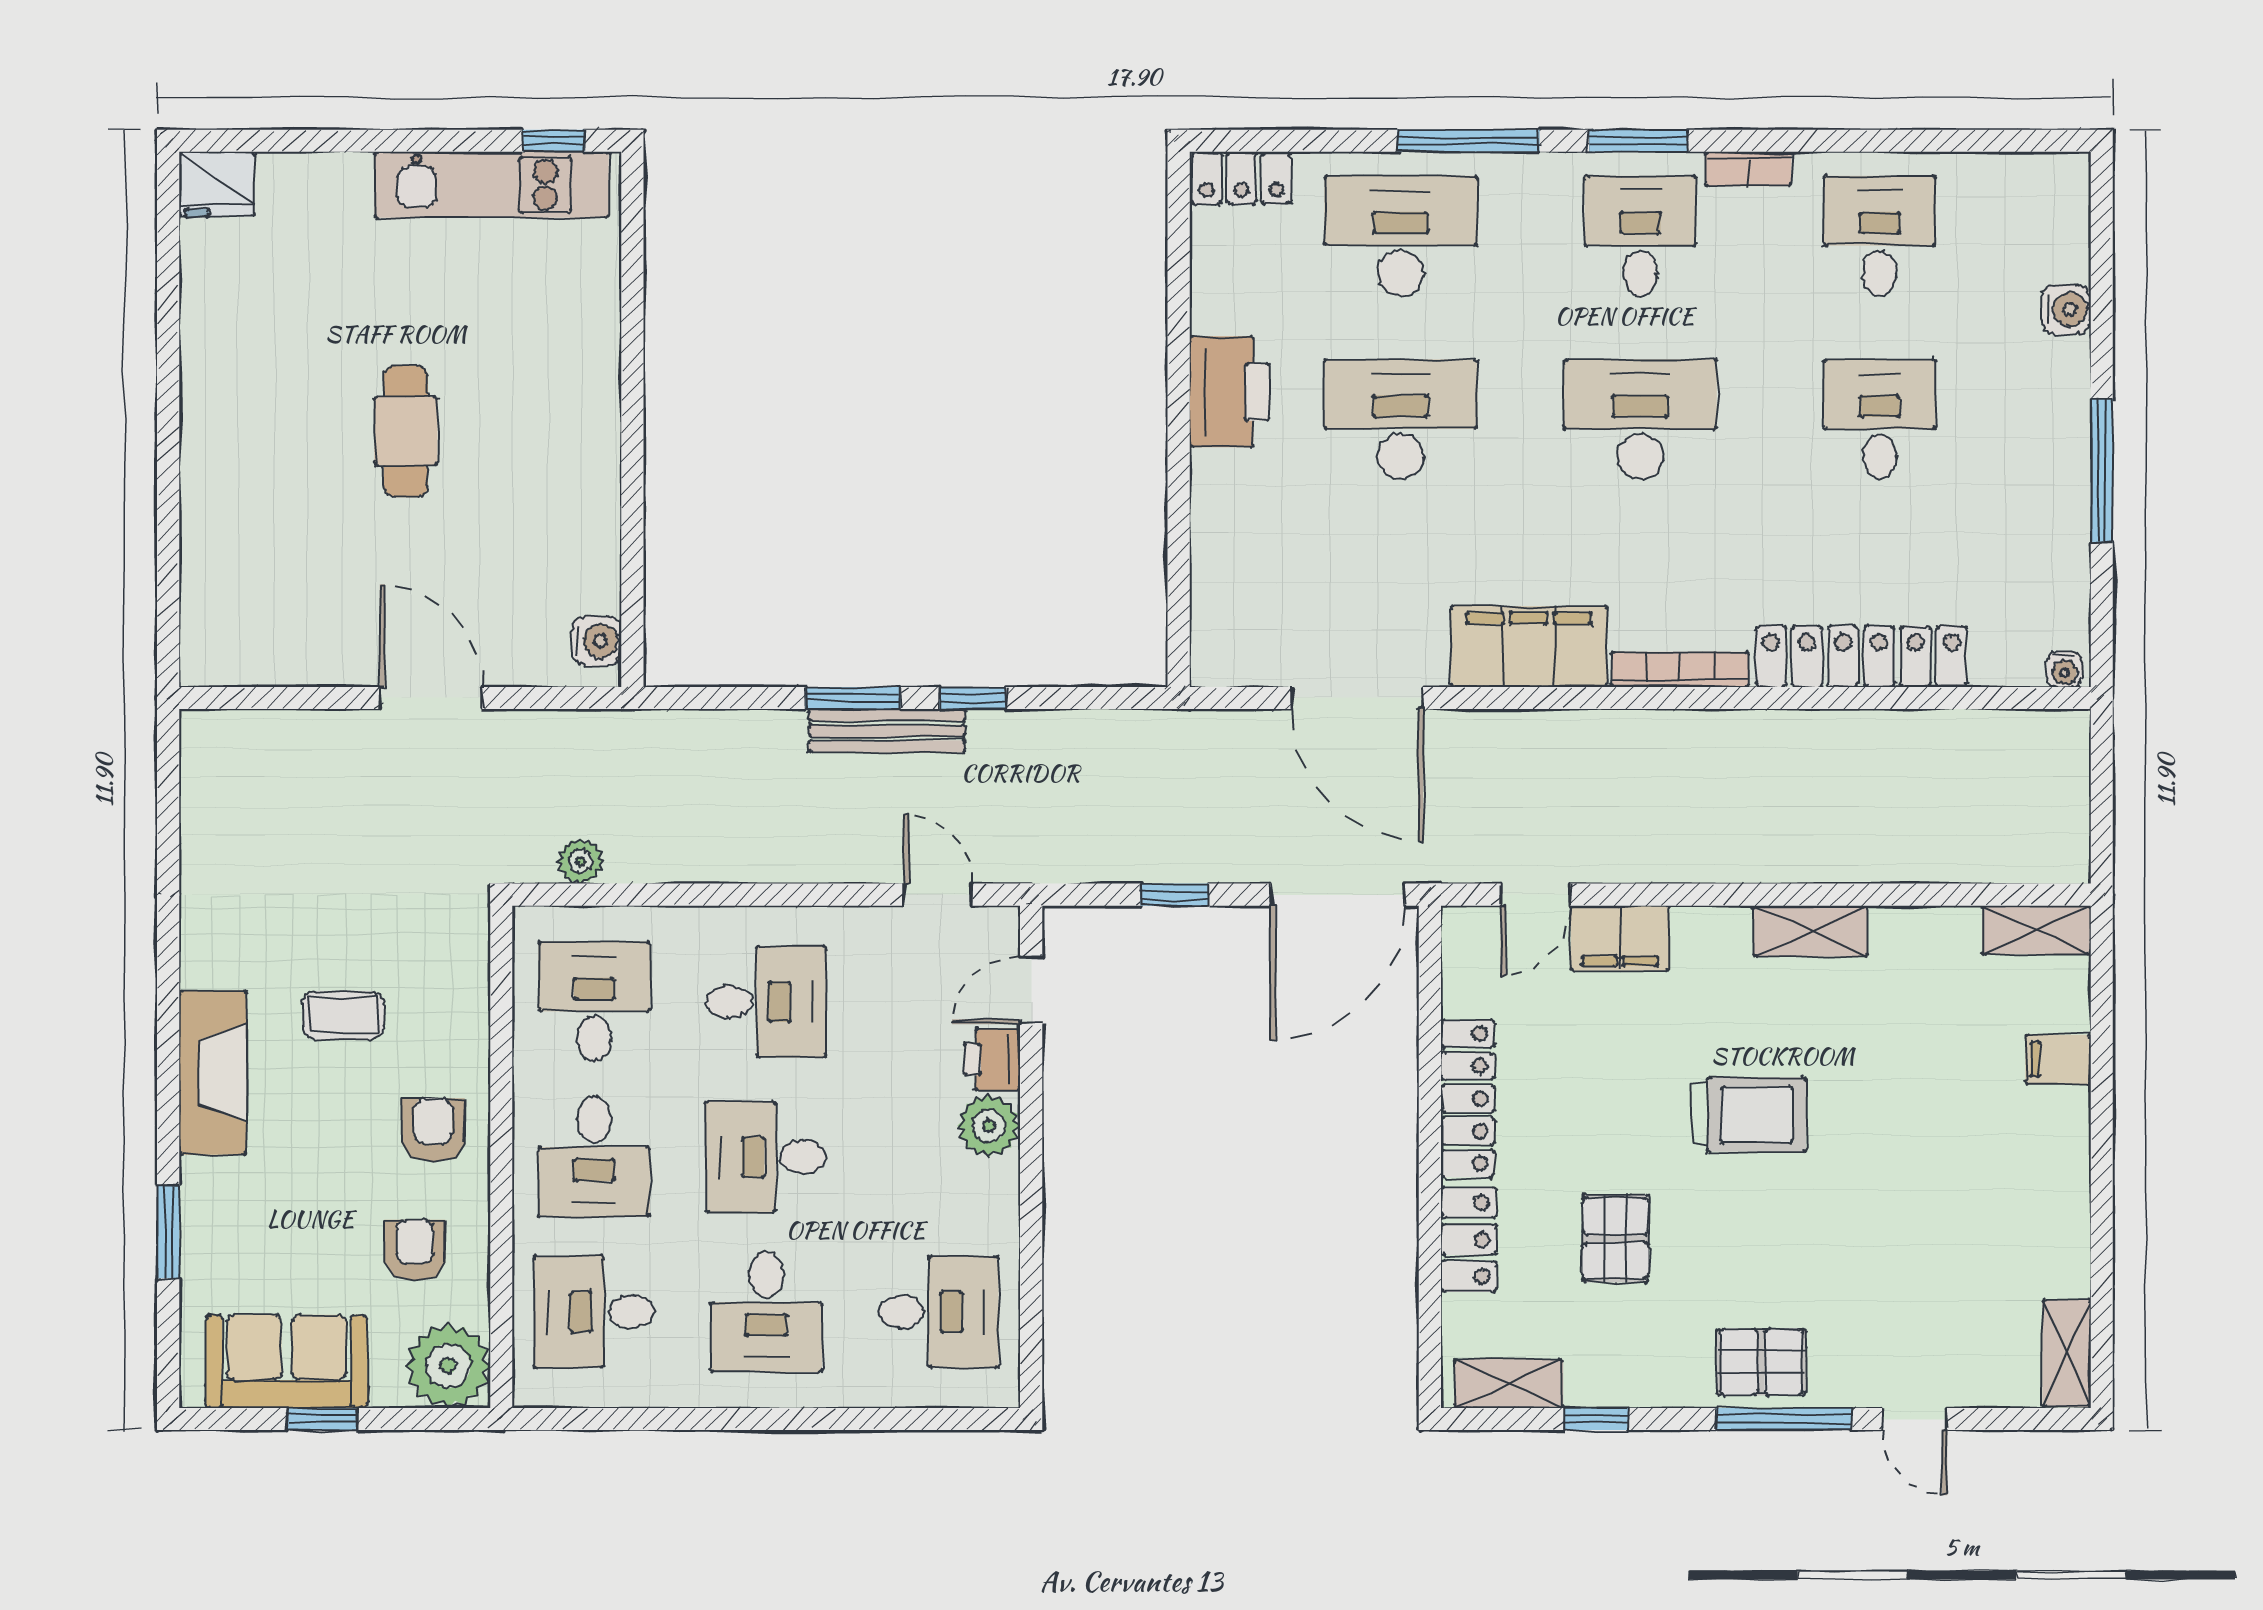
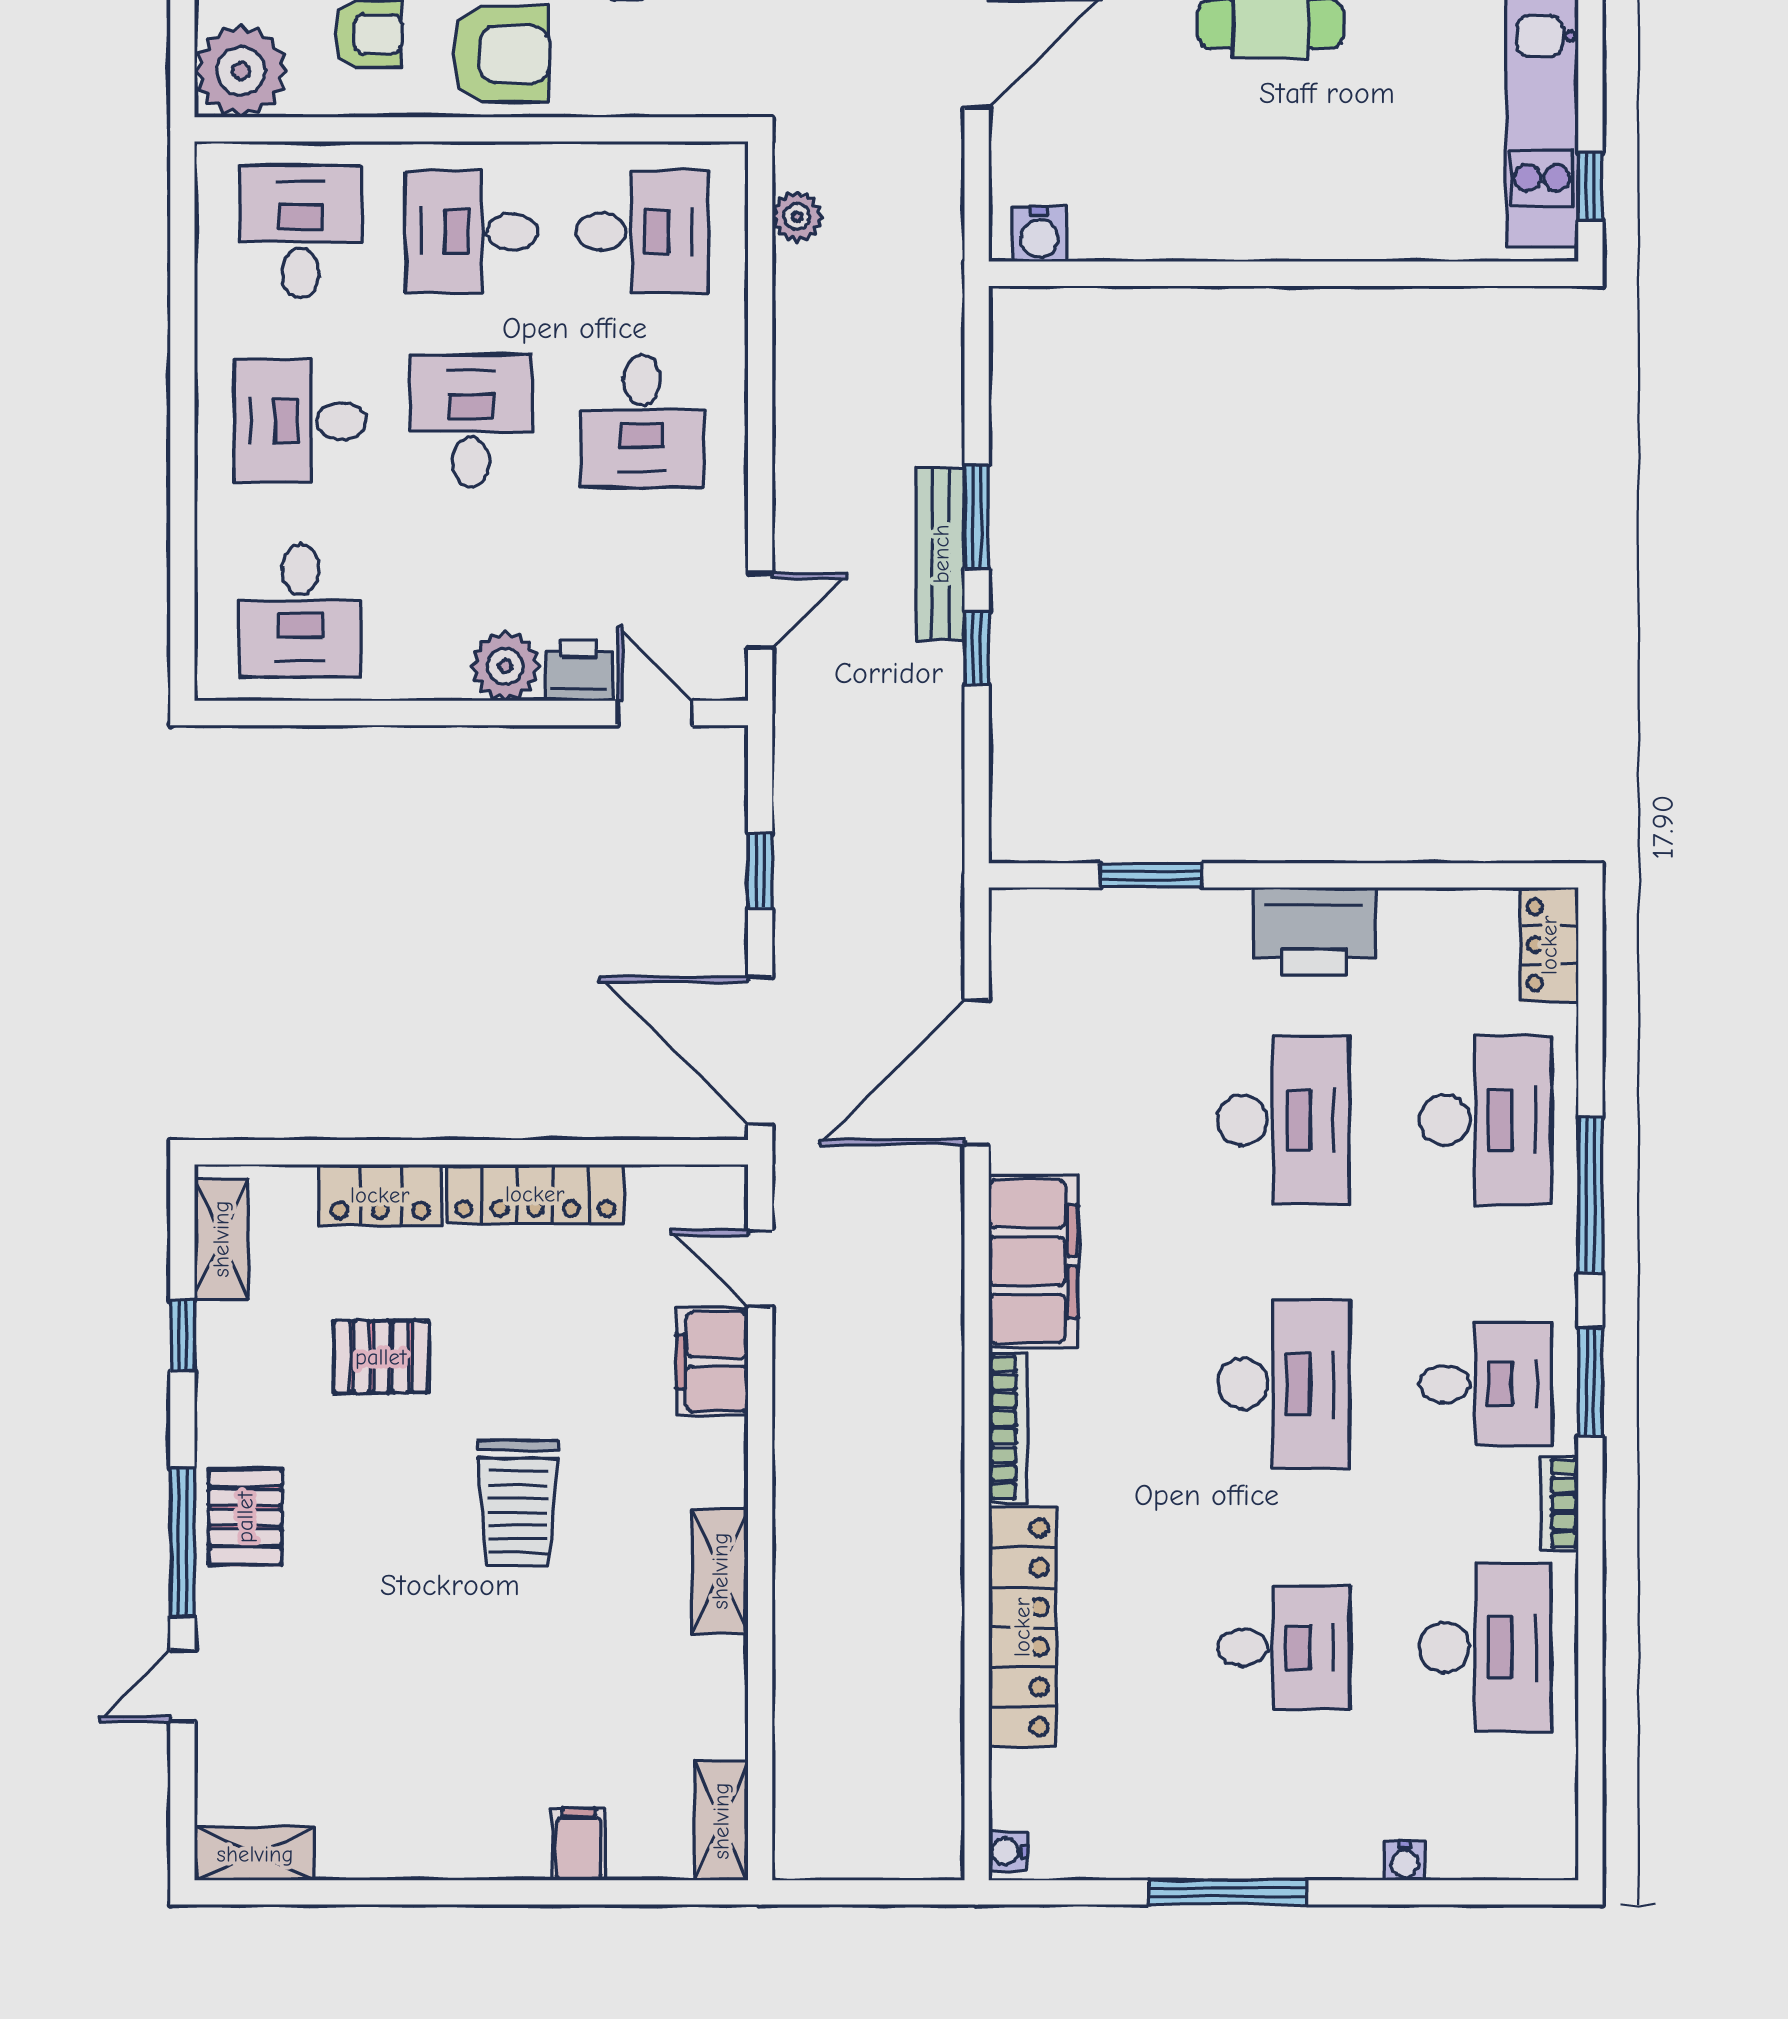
desk: (1880, 236) -> (1486, 1648), width x1.37
water cooler: (2066, 309) -> (1405, 1860), width x0.72, depth x0.72
window: (1179, 540) -> (1151, 875), added
armchair: (433, 1130) -> (501, 54), width x1.38, depth x1.38

